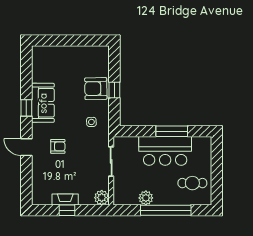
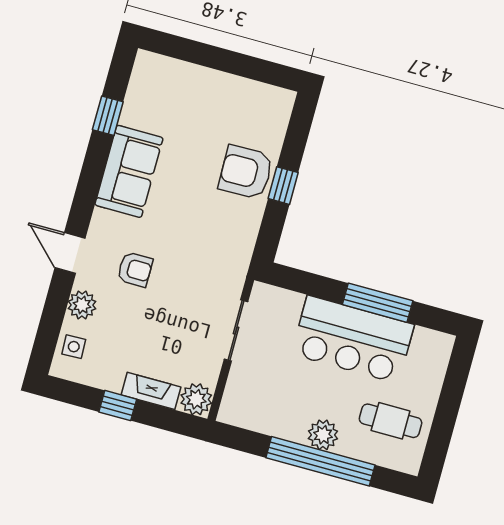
window: (26, 108) -> (108, 116), moved
side table: (91, 122) -> (74, 347), moved
plant: (38, 169) -> (82, 305), added
plant: (146, 198) -> (323, 435), moved
fireplace: (65, 199) -> (151, 391), moved

